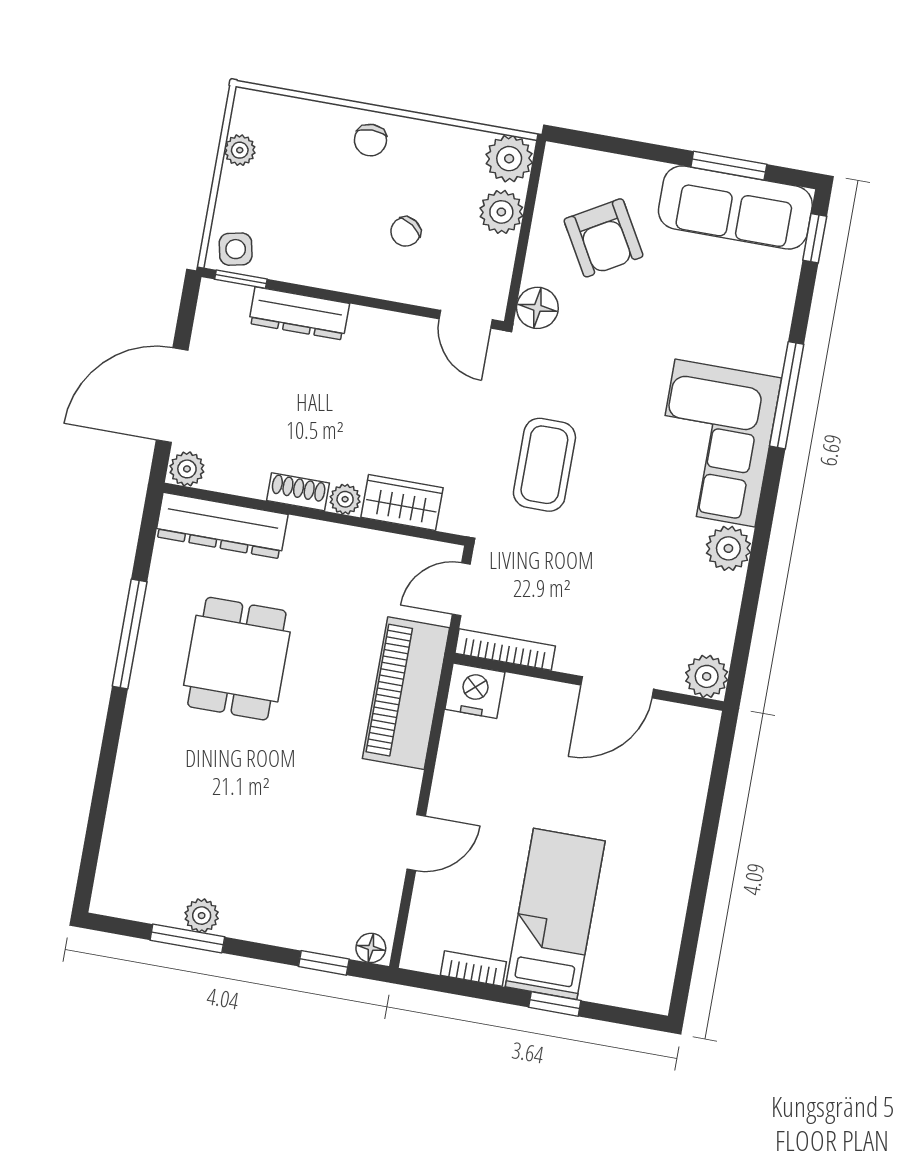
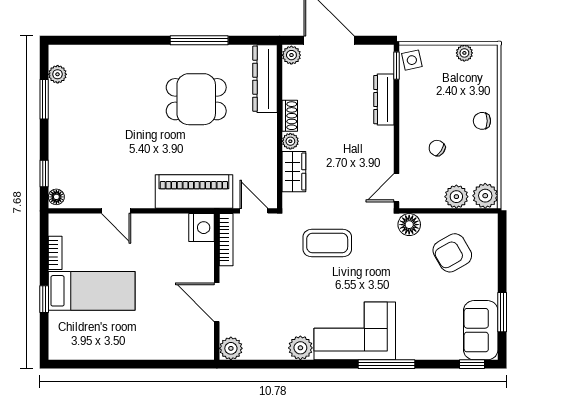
sofa: (735, 208) -> (481, 330), width x0.73
plant: (202, 916) -> (58, 74), moved

